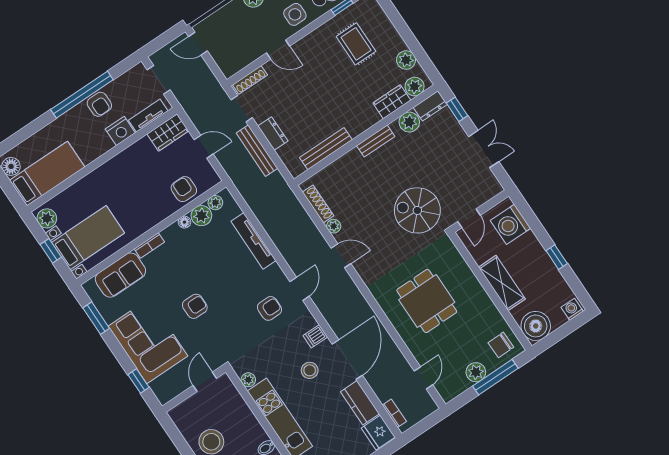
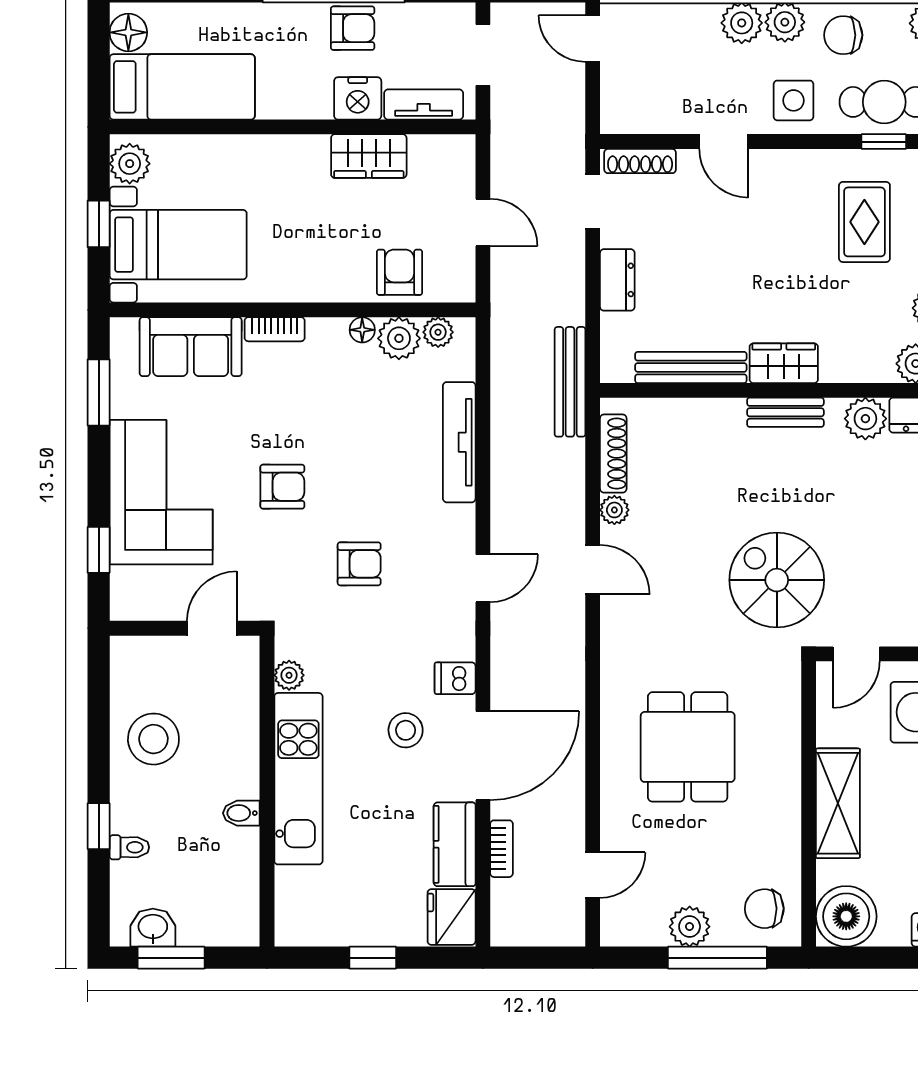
wardrobe: (392, 102) -> (784, 363), moved
armchair: (99, 104) -> (353, 28), turned -90
wardrobe: (168, 132) -> (369, 156), moved
bench: (257, 151) -> (570, 382), moved
armchair: (269, 308) -> (359, 564), moved
bookcase: (394, 413) -> (502, 849), moved

